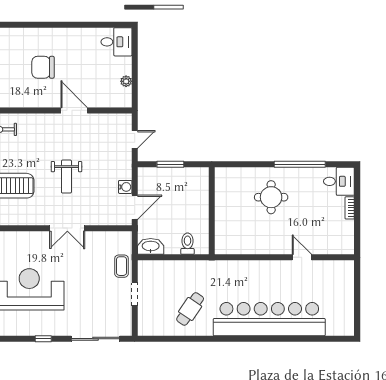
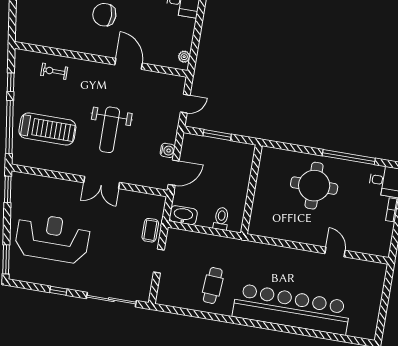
plant: (126, 81) -> (184, 57), moved
weight bench: (66, 177) -> (110, 130), width x1.36, depth x1.33
round table: (271, 197) -> (314, 186), width x1.36, depth x1.36
cafe table: (190, 309) -> (213, 285), turned -30

